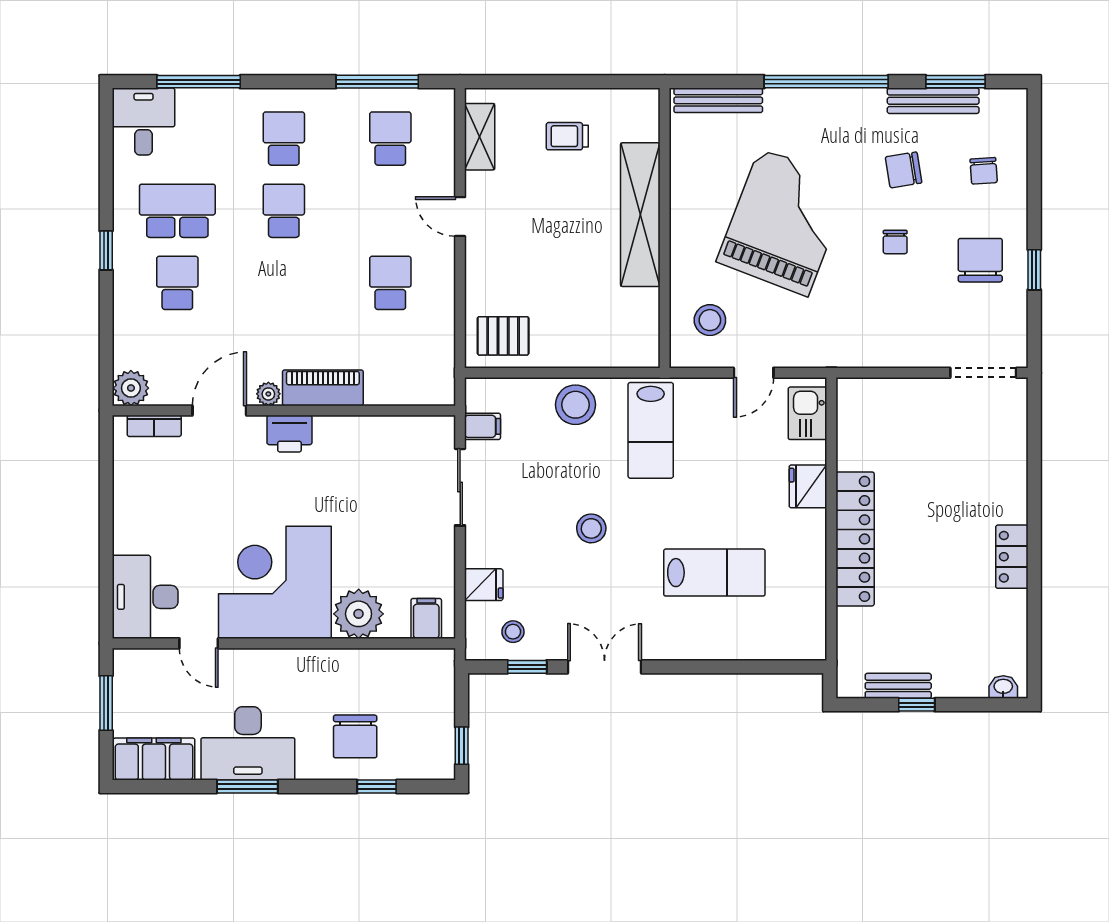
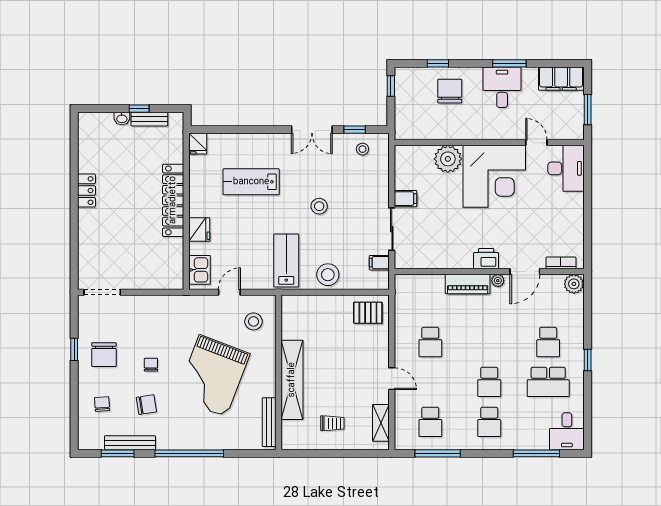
bench: (718, 100) -> (269, 422), moved, turned 90
fridge: (484, 585) -> (198, 144), moved, turned -90
filing cabinet: (426, 618) -> (406, 199), moved, turned -90
washbasin: (1003, 687) -> (122, 118), moved
desk: (248, 743) -> (502, 87), width x0.73

